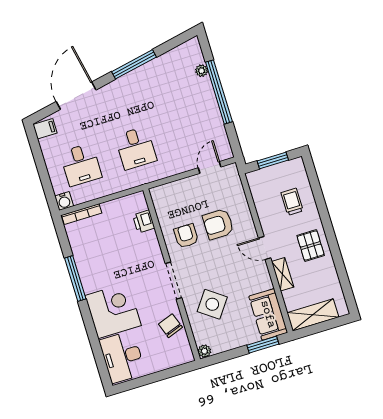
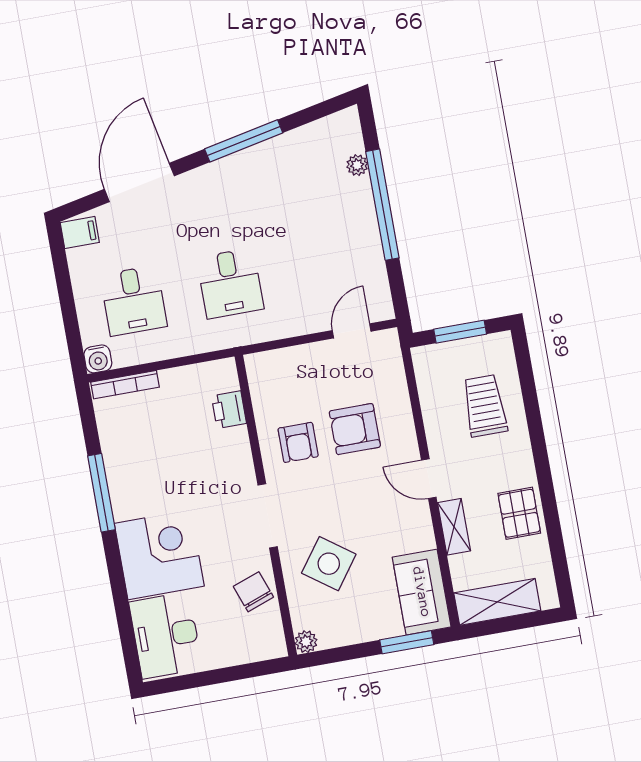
trolley: (292, 202) -> (485, 406), width x1.36, depth x1.39
armchair: (186, 236) -> (298, 442), turned 180
pallet: (311, 246) -> (519, 513), moved

